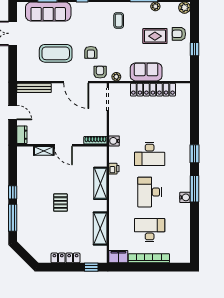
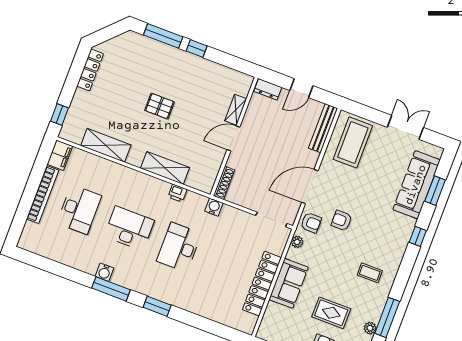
rug: (155, 36) -> (331, 313), turned 90
coffee table: (56, 53) -> (353, 142), moved
locker: (65, 258) -> (90, 70), moved

